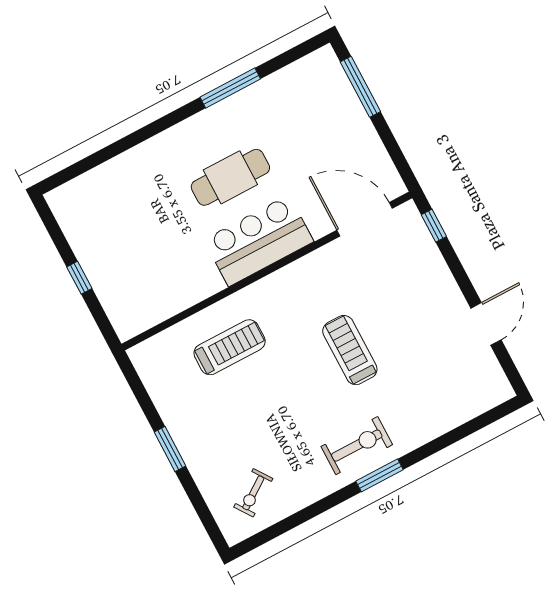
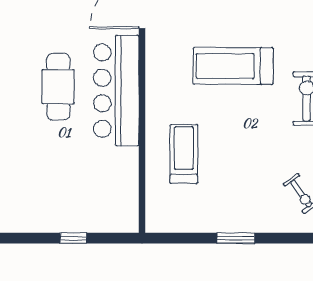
bar counter: (259, 241) -> (116, 91), width x1.36
treadmill: (350, 350) -> (233, 66), width x1.37, depth x1.38

